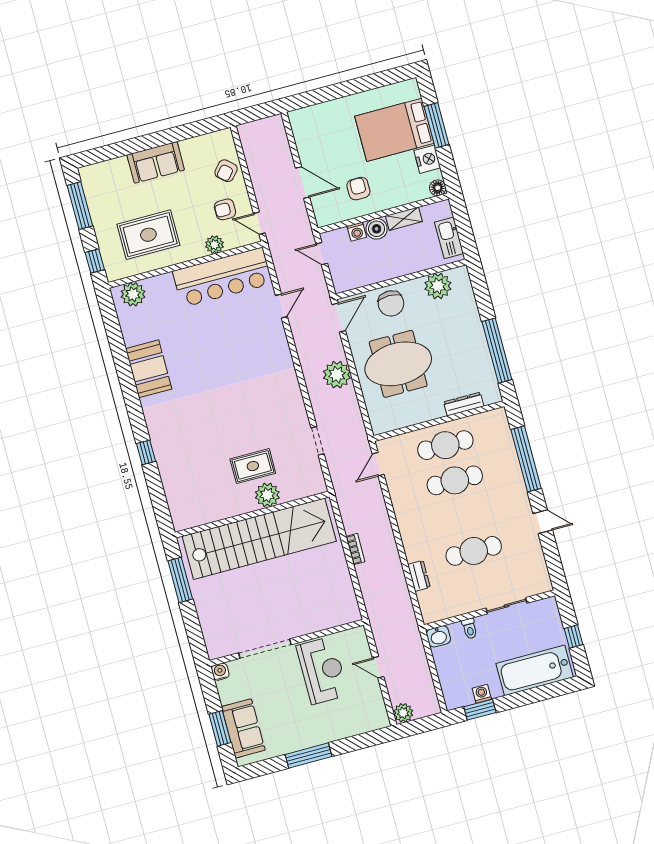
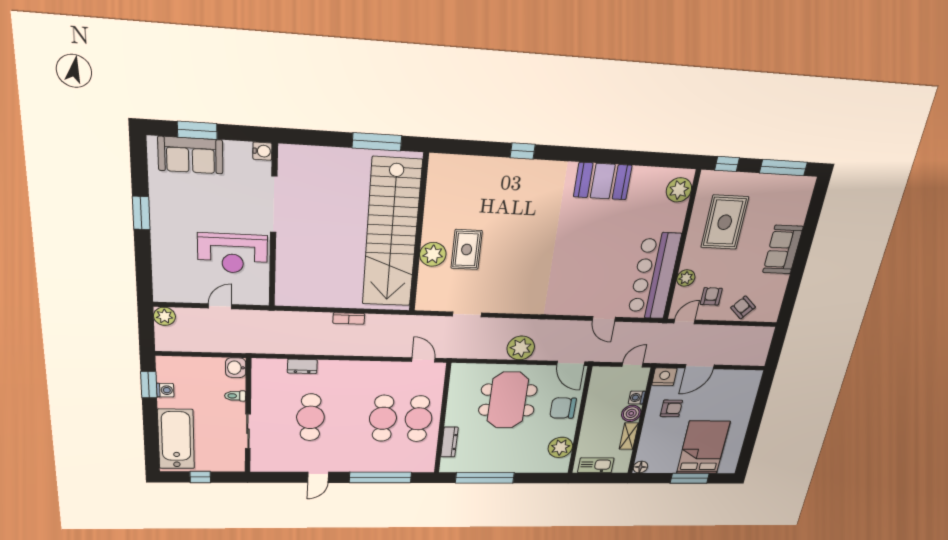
nightstand: (427, 159) -> (664, 377), moved, turned 180
window: (309, 756) -> (141, 213), width x0.69

